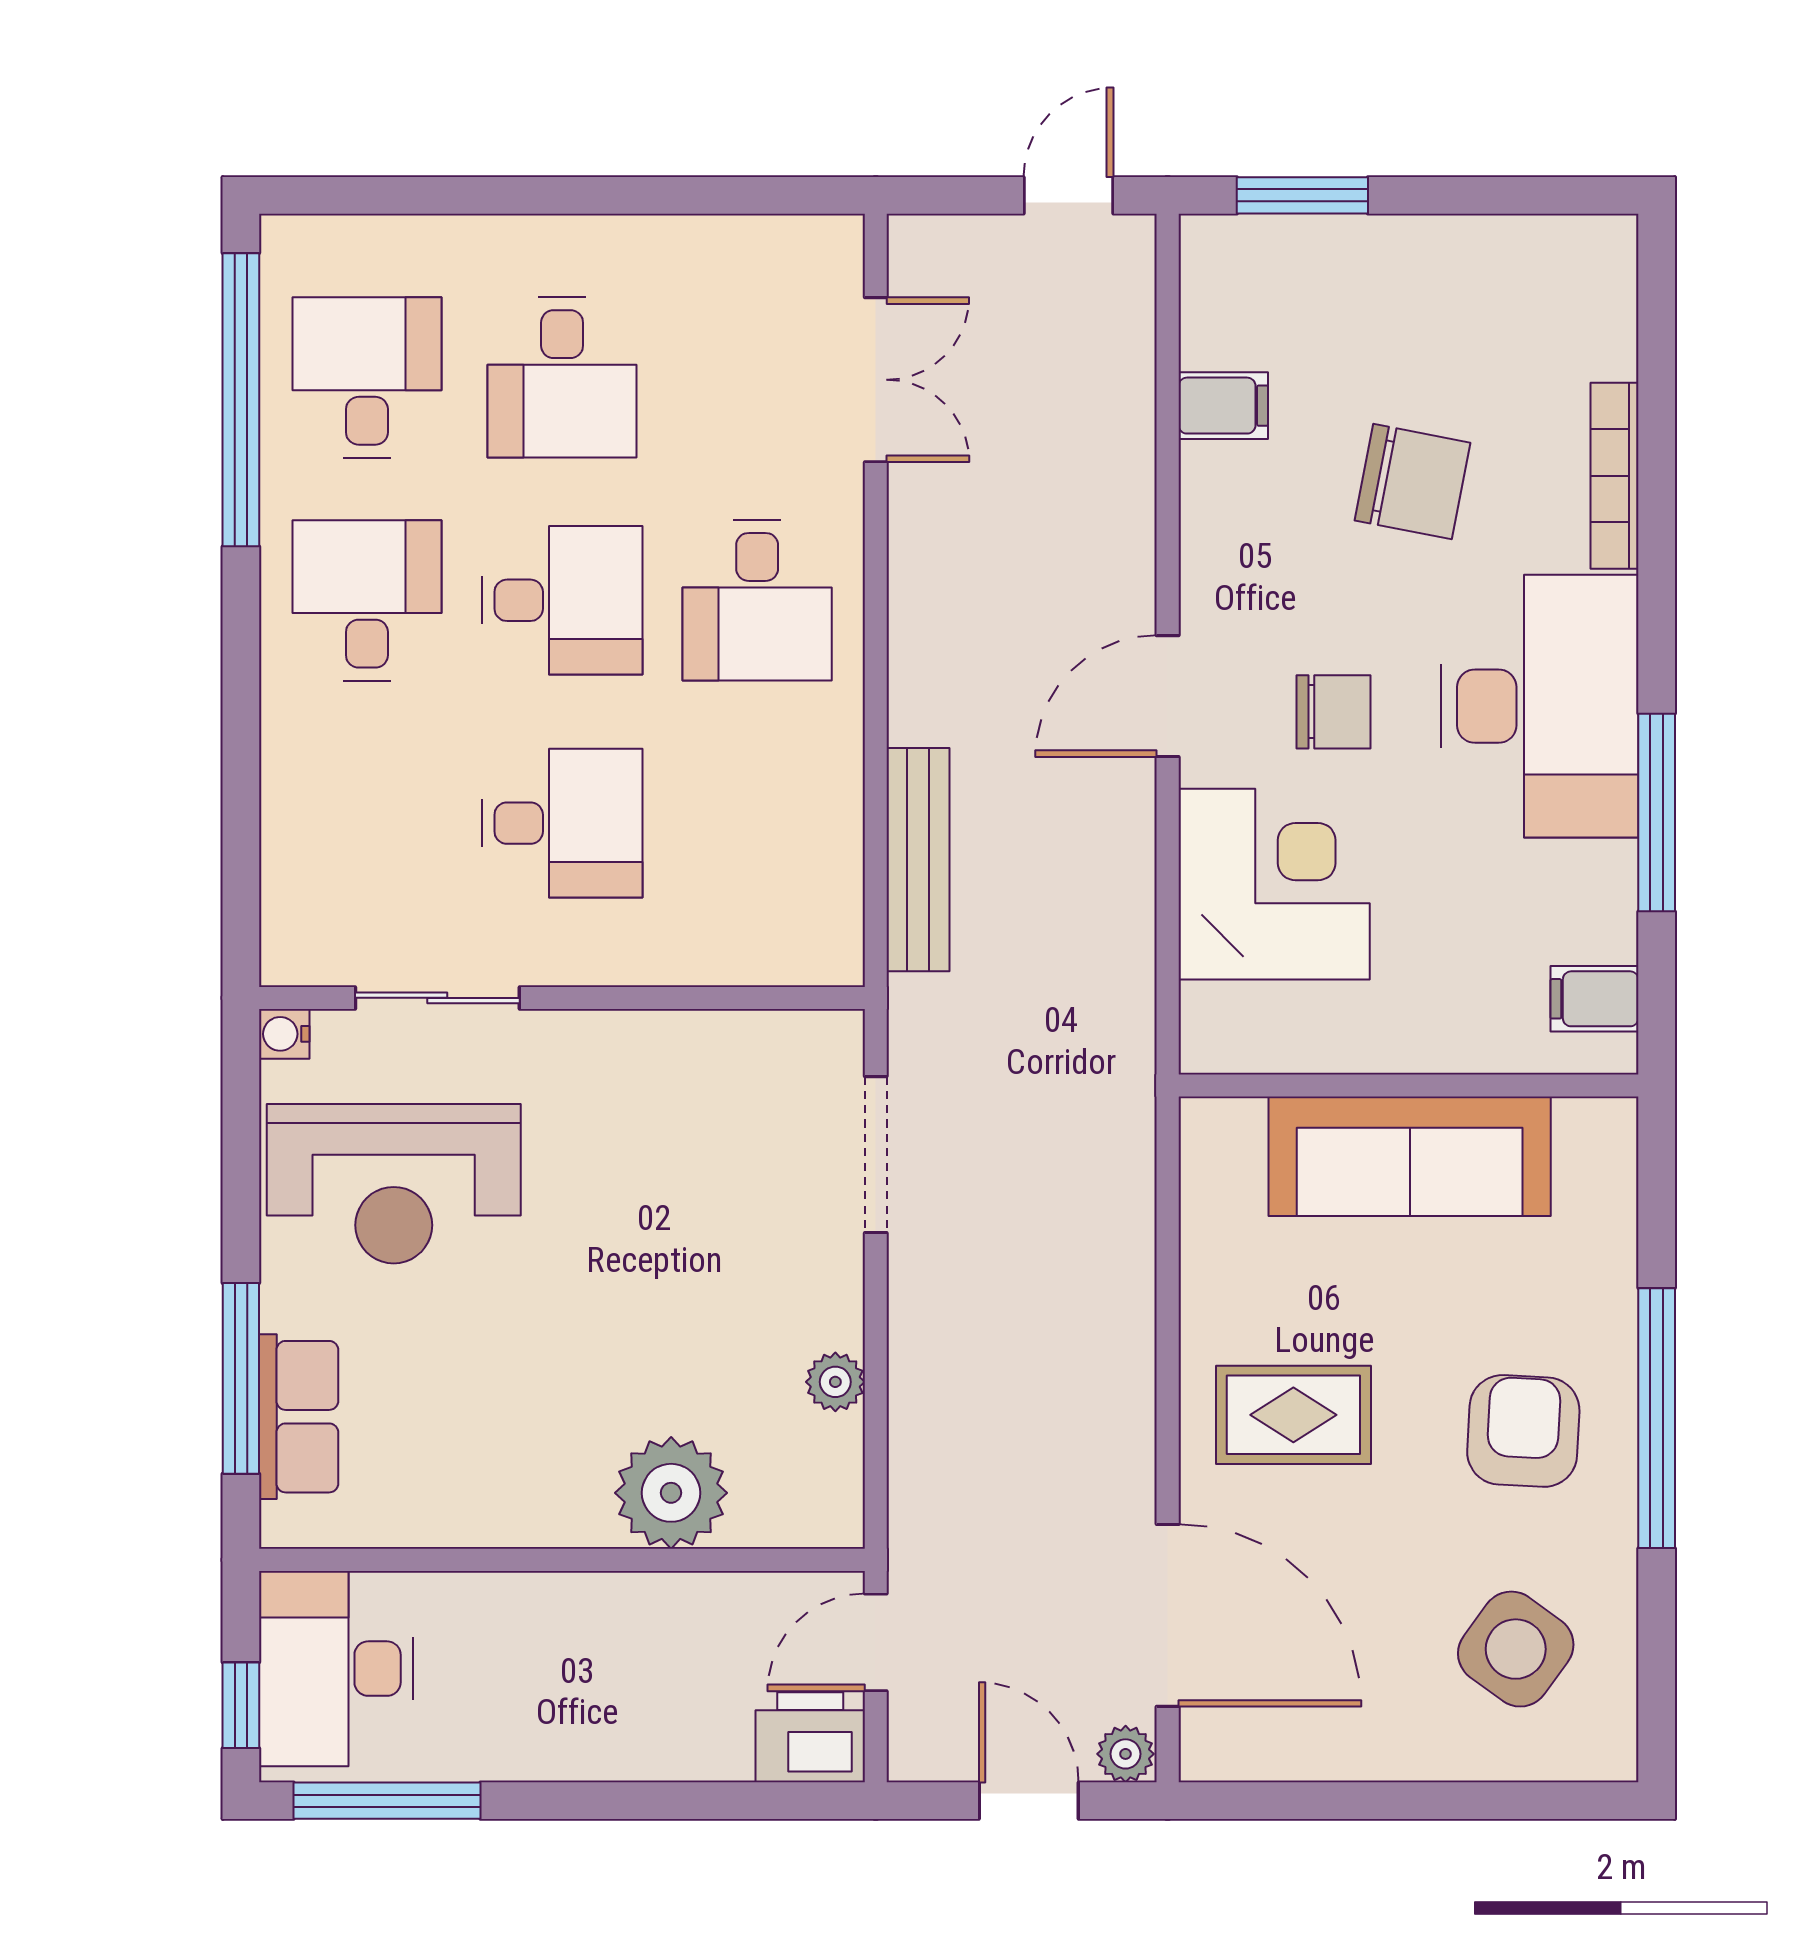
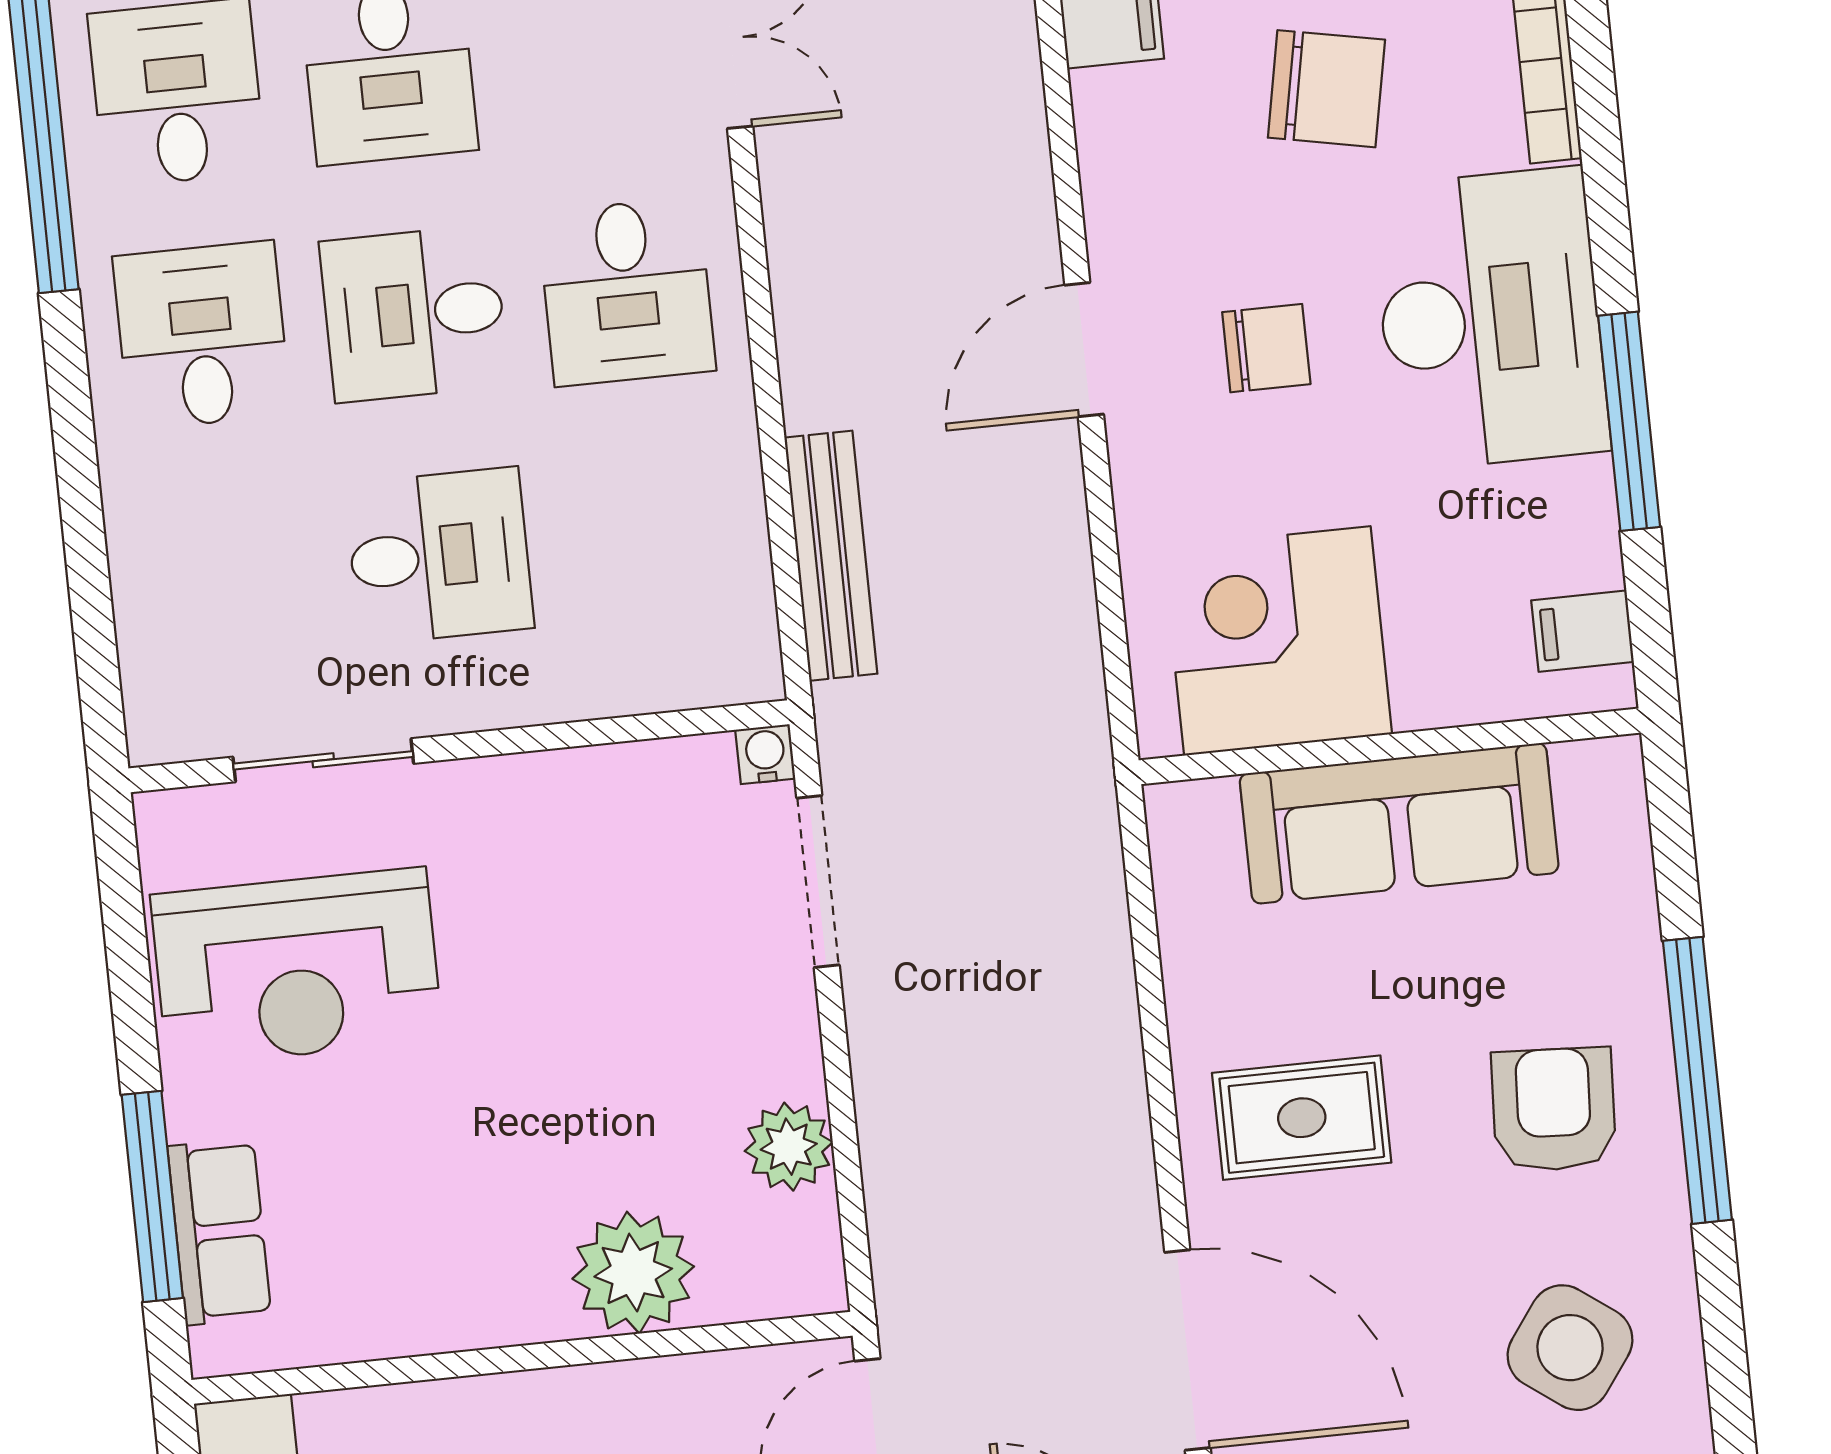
desk: (562, 600) -> (414, 313), turned 180
corner desk: (1274, 884) -> (1277, 641), moved, turned -90
water cooler: (284, 1034) -> (765, 754), moved, turned 90
plant: (835, 1382) -> (789, 1147), width x1.38, depth x1.38

